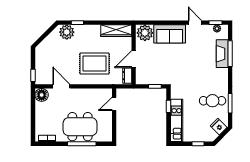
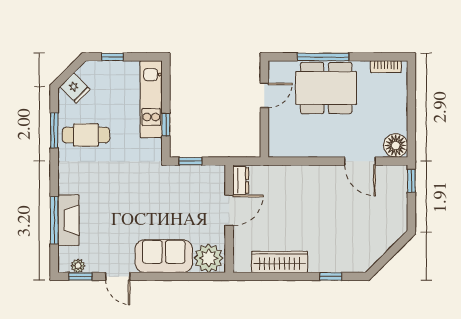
wardrobe: (116, 31) -> (280, 262), moved
plant: (67, 32) -> (350, 259), removed
rug: (95, 63) -> (300, 203), removed
door: (114, 104) -> (264, 95), moved

